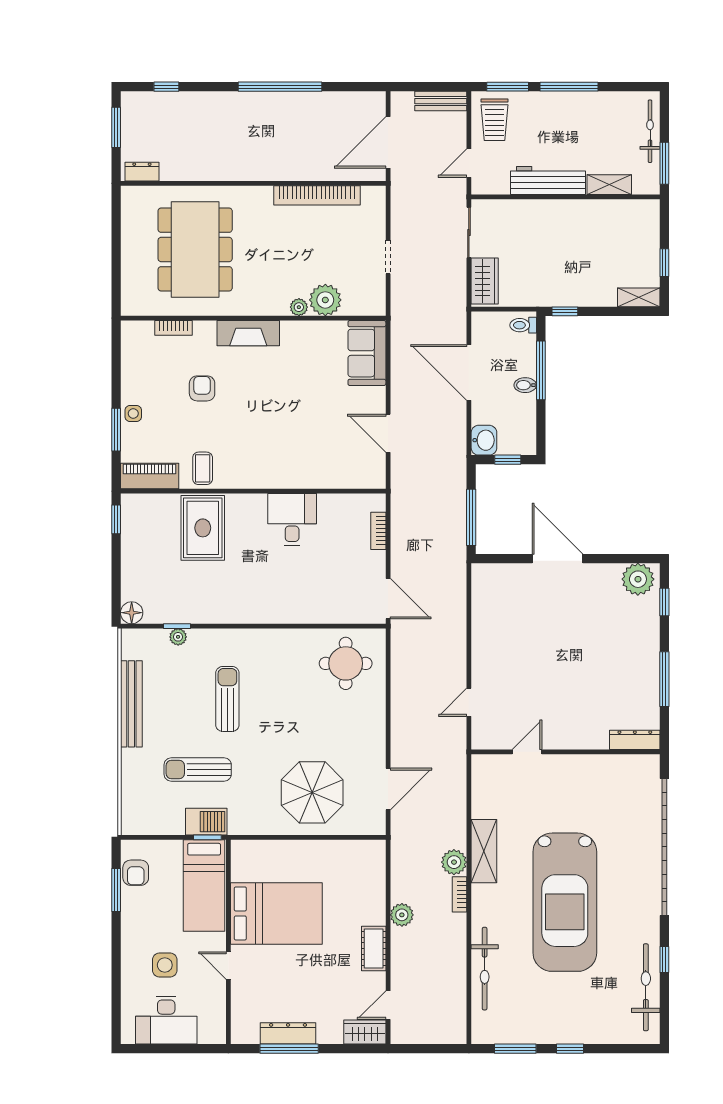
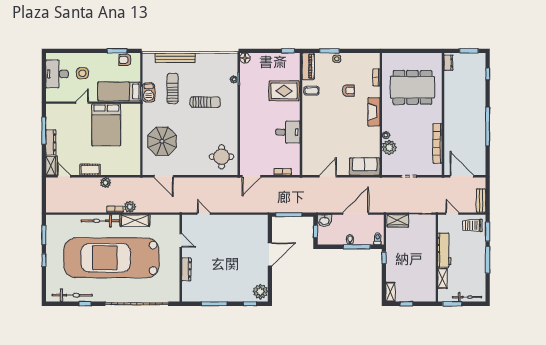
bench: (131, 704) -> (175, 58), moved
dresser: (635, 740) -> (186, 269), moved
car: (565, 902) -> (111, 258), width x1.36, depth x1.48
bicycle: (485, 969) -> (100, 221), moved
dresser: (288, 1033) -> (51, 142), moved

